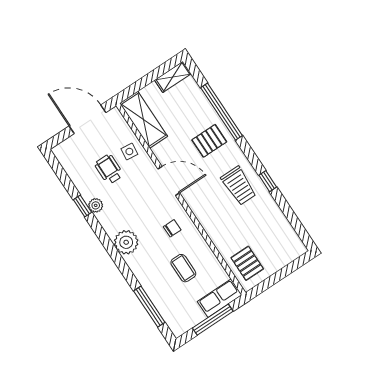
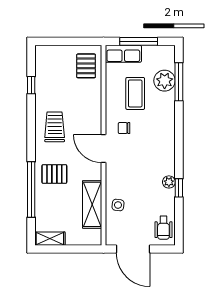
shelving: (144, 120) -> (92, 204), moved
wheelchair: (109, 169) -> (163, 228), moved
door: (169, 181) -> (103, 149), moved
window: (268, 181) -> (31, 85), moved
plant: (126, 242) -> (165, 81), moved
coffee table: (183, 268) -> (135, 93), width x1.36, depth x1.30

